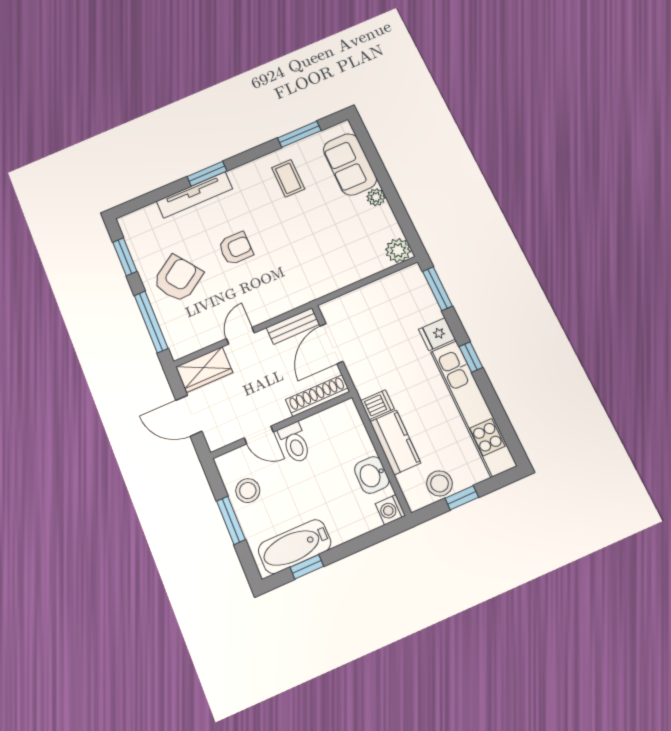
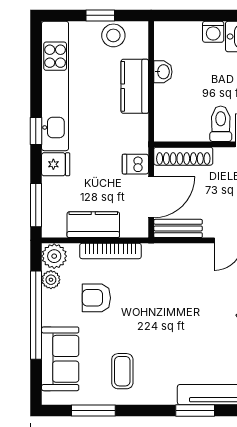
window: (390, 192) -> (36, 315), added
plant: (376, 197) -> (51, 280), moved
armchair: (236, 248) -> (96, 298), moved
bookcase: (347, 278) -> (110, 251), added
kitchen counter: (375, 295) -> (93, 225), added
dishwasher: (377, 405) -> (135, 164), moved
washbasin: (372, 475) -> (163, 72), width x0.72, depth x0.69
washing machine: (390, 510) -> (213, 32), moved, turned 90

